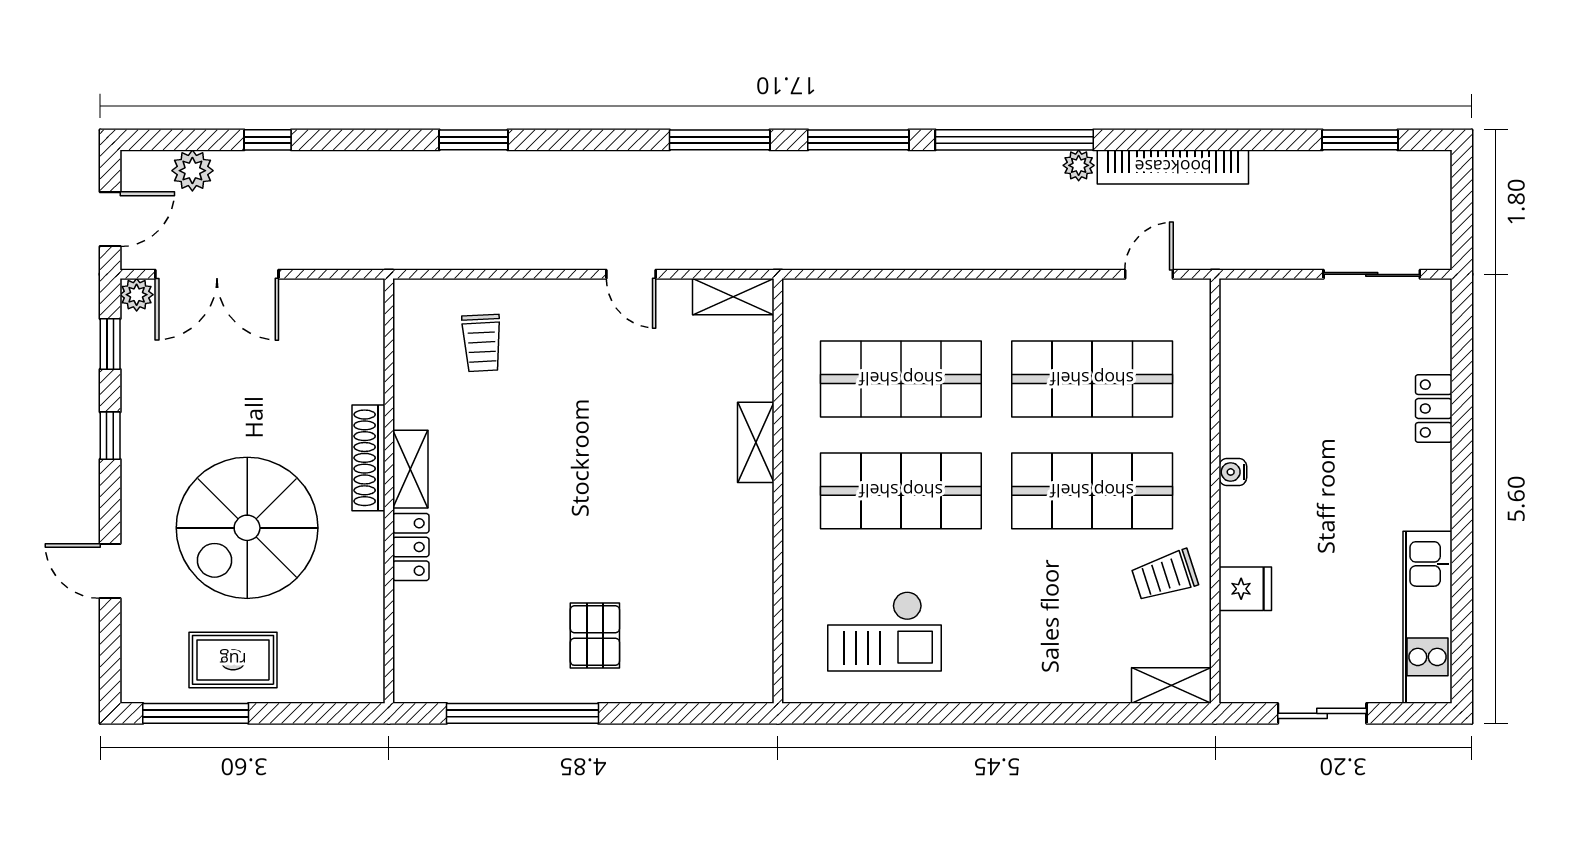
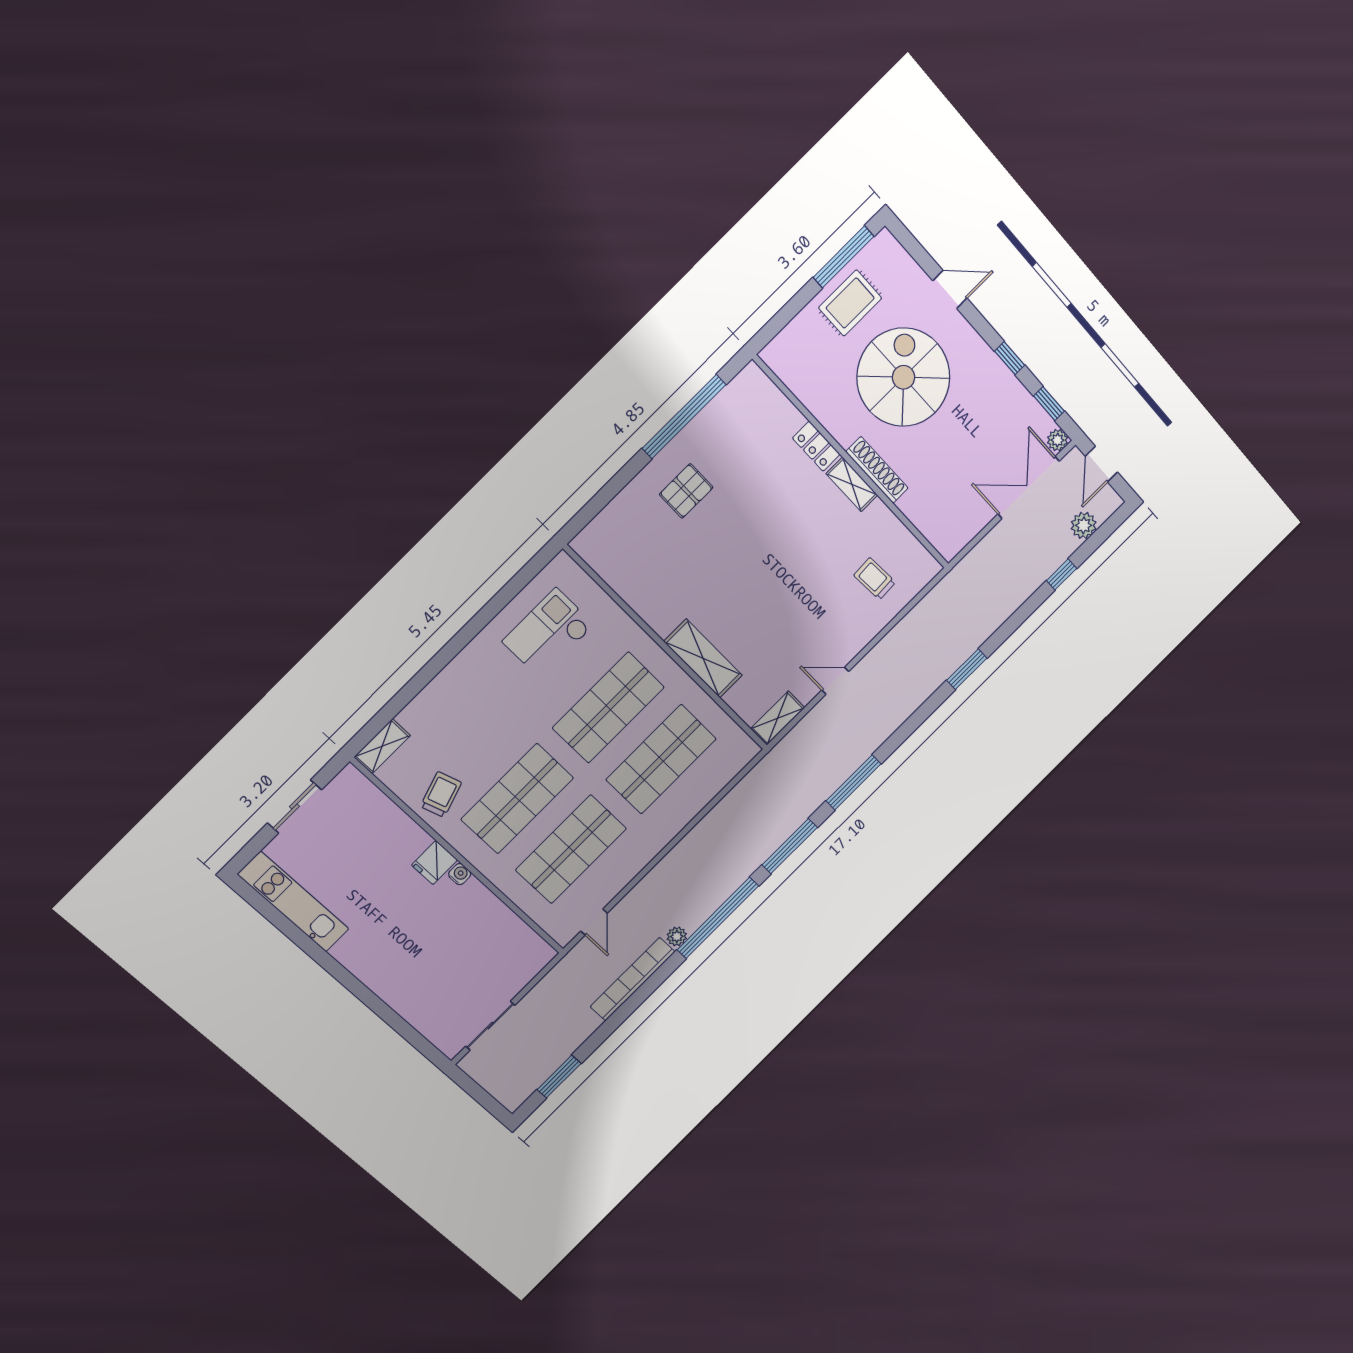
locker: (1434, 408) -> (396, 997), removed
shelving: (756, 442) -> (703, 658), width x1.50, depth x1.33
fridge: (1245, 589) -> (435, 863), moved
pallet: (595, 636) -> (686, 491), turned 90

